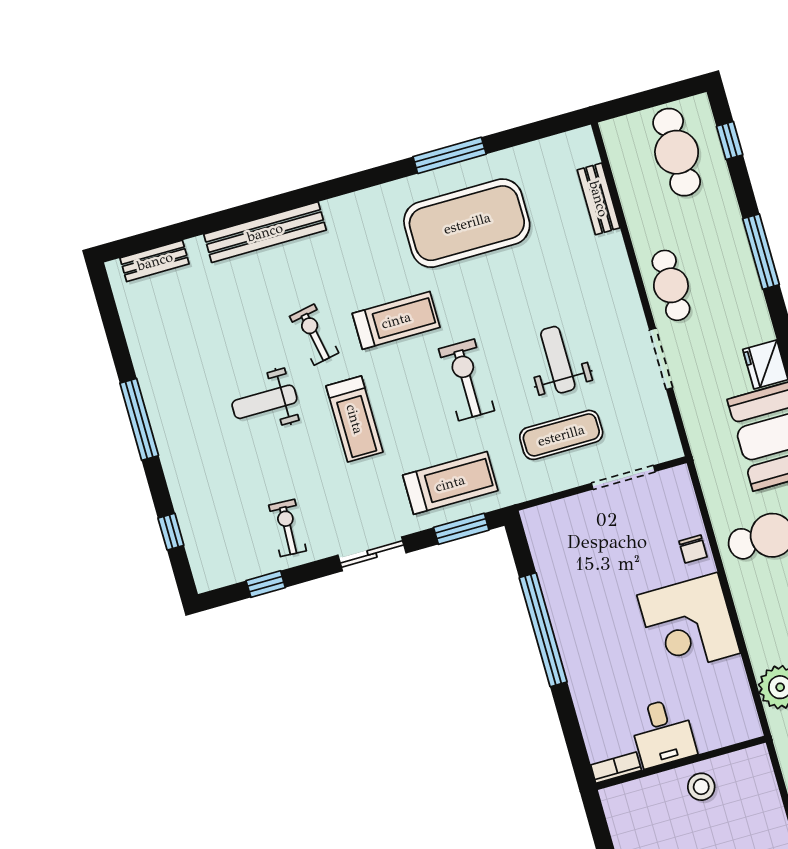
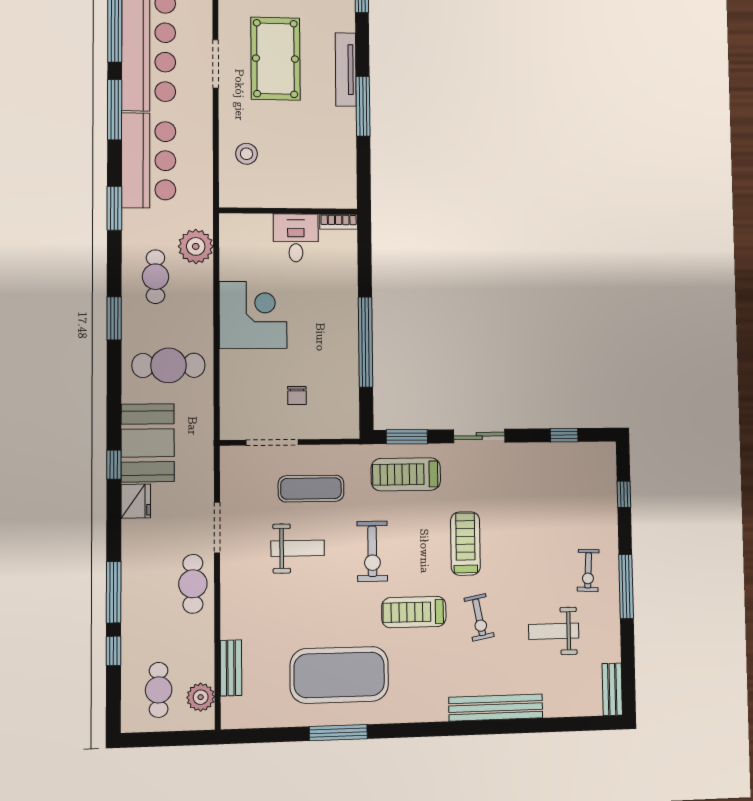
window: (730, 141) -> (114, 651), moved
cafe table: (677, 152) -> (159, 690), width x0.73, depth x0.74
plant: (625, 156) -> (201, 697), added
bench: (155, 261) -> (612, 689), moved, turned 90
weight bench: (558, 360) -> (298, 548), turned -90
weight bench: (264, 402) -> (554, 631), moved, turned 180
exercise bike: (288, 528) -> (588, 570), moved
chair: (693, 549) -> (297, 395), moved, turned 180
stool: (701, 787) -> (247, 154), moved

